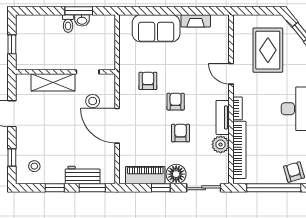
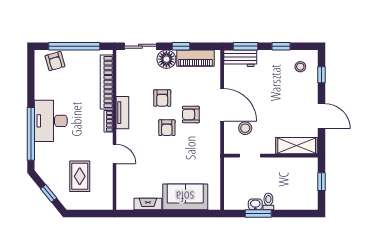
rug: (268, 50) -> (80, 176), width x0.73, depth x0.70
armchair: (148, 81) -> (191, 114), moved, turned 90
shelving: (53, 82) -> (297, 146), moved
plant: (221, 144) -> (124, 87), removed
workbench: (83, 175) -> (240, 58), moved

